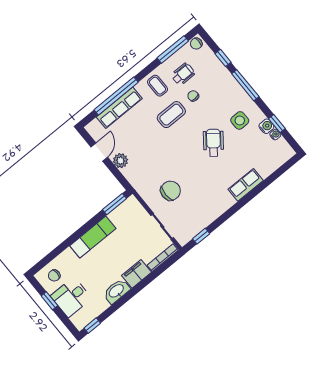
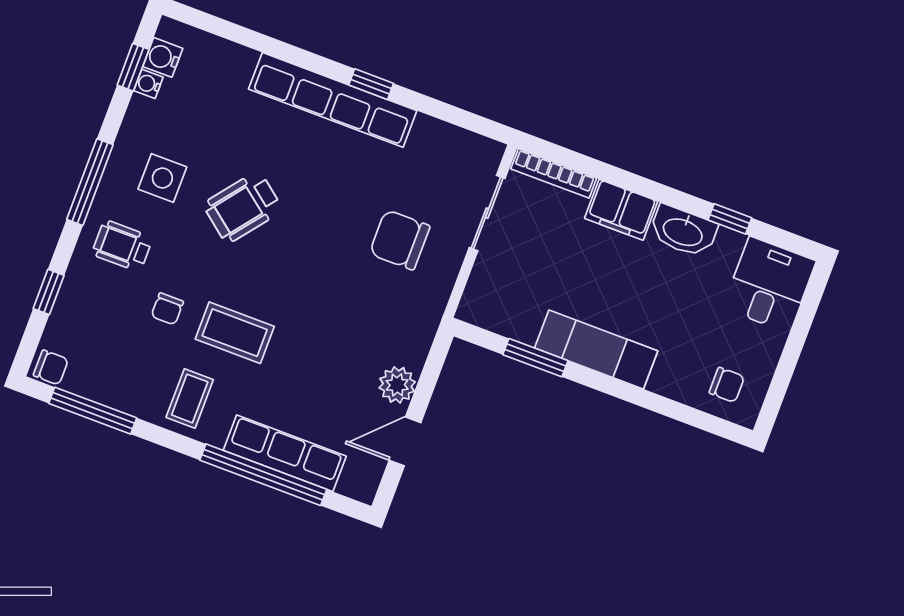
wheelchair: (183, 74) -> (122, 246), moved
window: (245, 85) -> (90, 182), moved
window: (277, 124) -> (133, 67), moved
water cooler: (266, 126) -> (163, 57), moved
row of seats: (246, 185) -> (333, 100), width x2.02
window: (114, 204) -> (535, 358), moved
window: (201, 236) -> (371, 84), moved
desk: (71, 297) -> (769, 285), moved, turned -90
window: (49, 301) -> (787, 364), removed
window: (92, 326) -> (730, 219), moved

